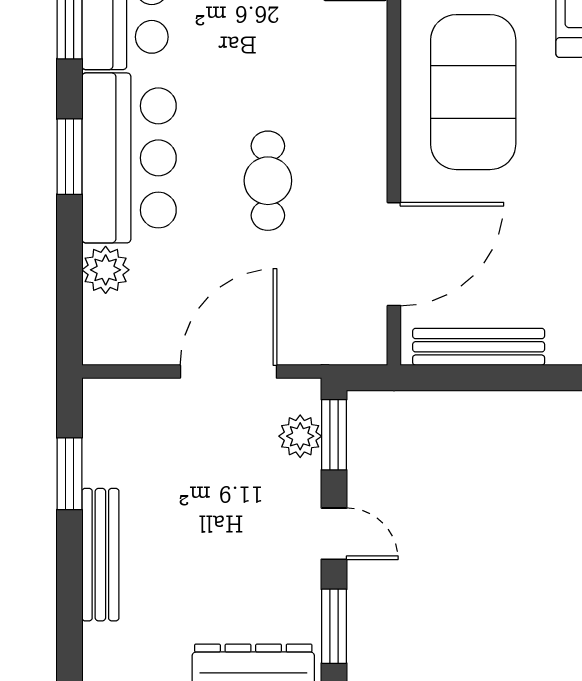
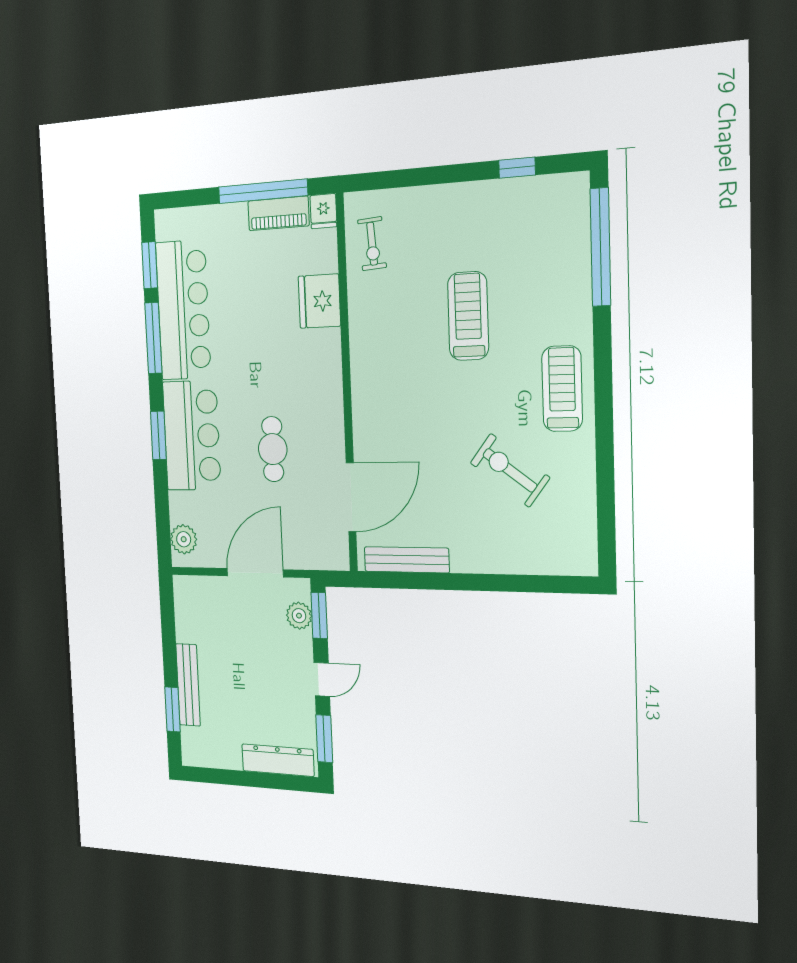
exercise mat: (473, 92) -> (397, 387), removed
plant: (106, 270) -> (184, 539), moved
window: (69, 474) -> (172, 709), moved
door: (334, 534) -> (322, 679), hinge flipped

